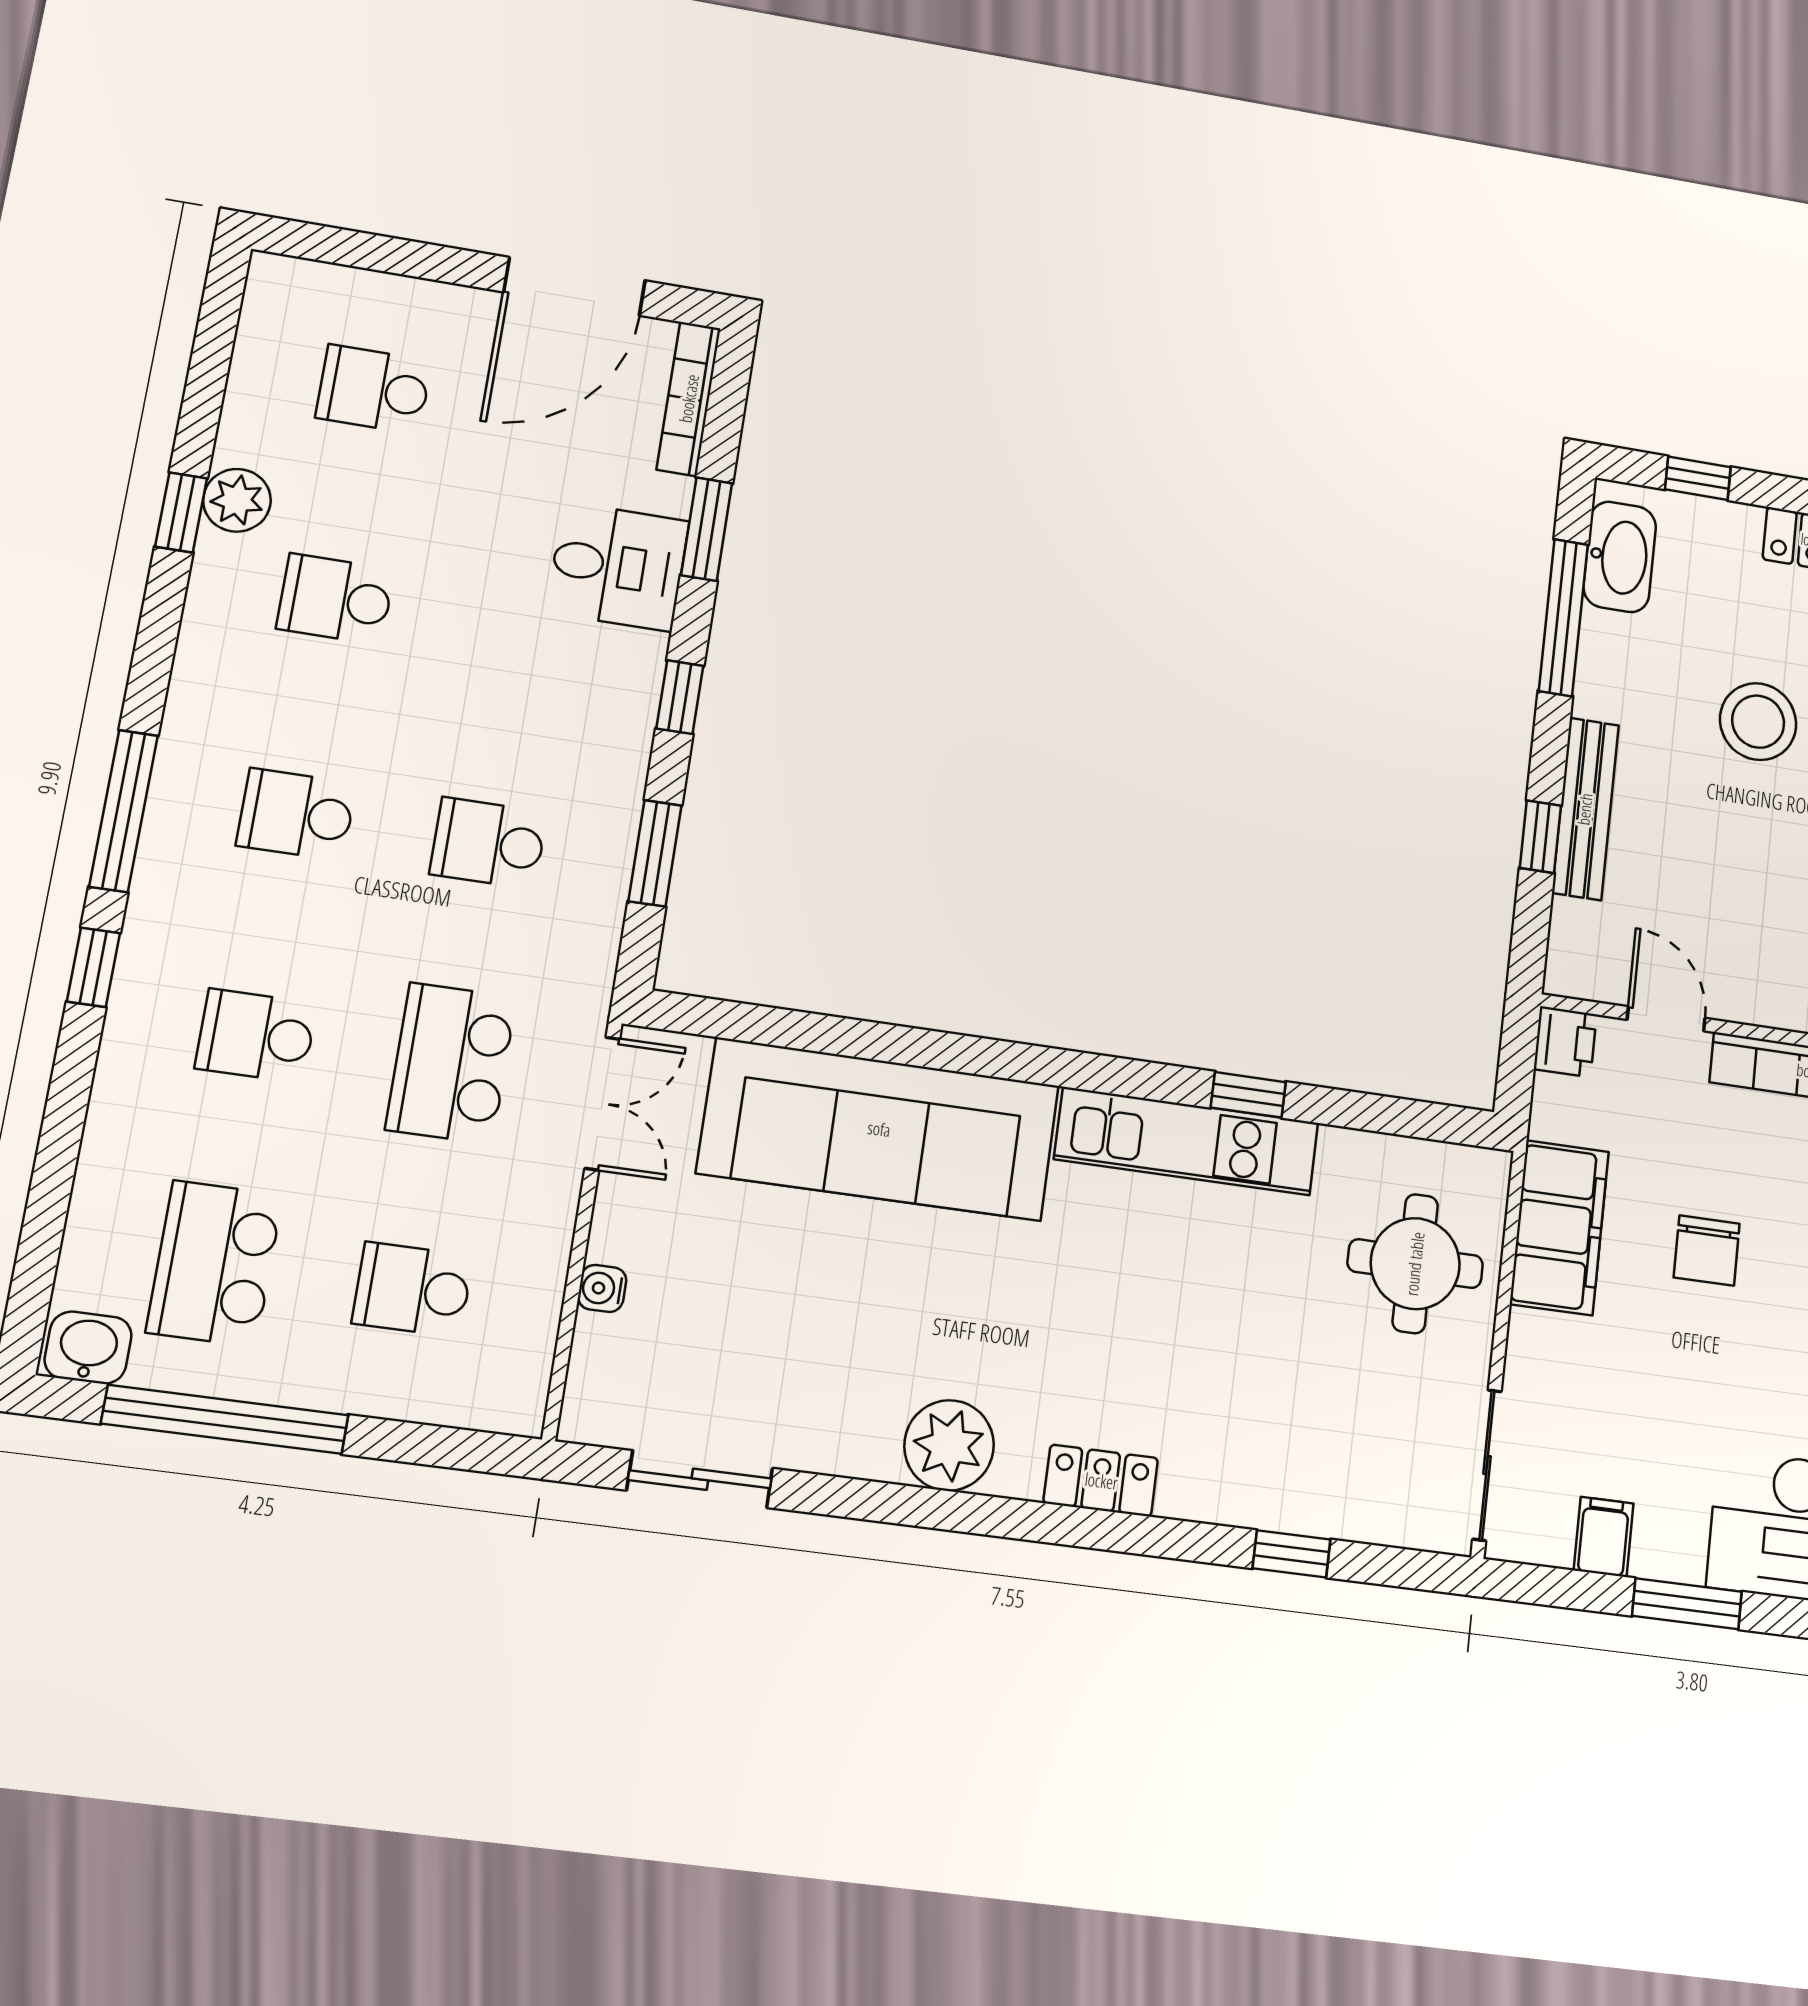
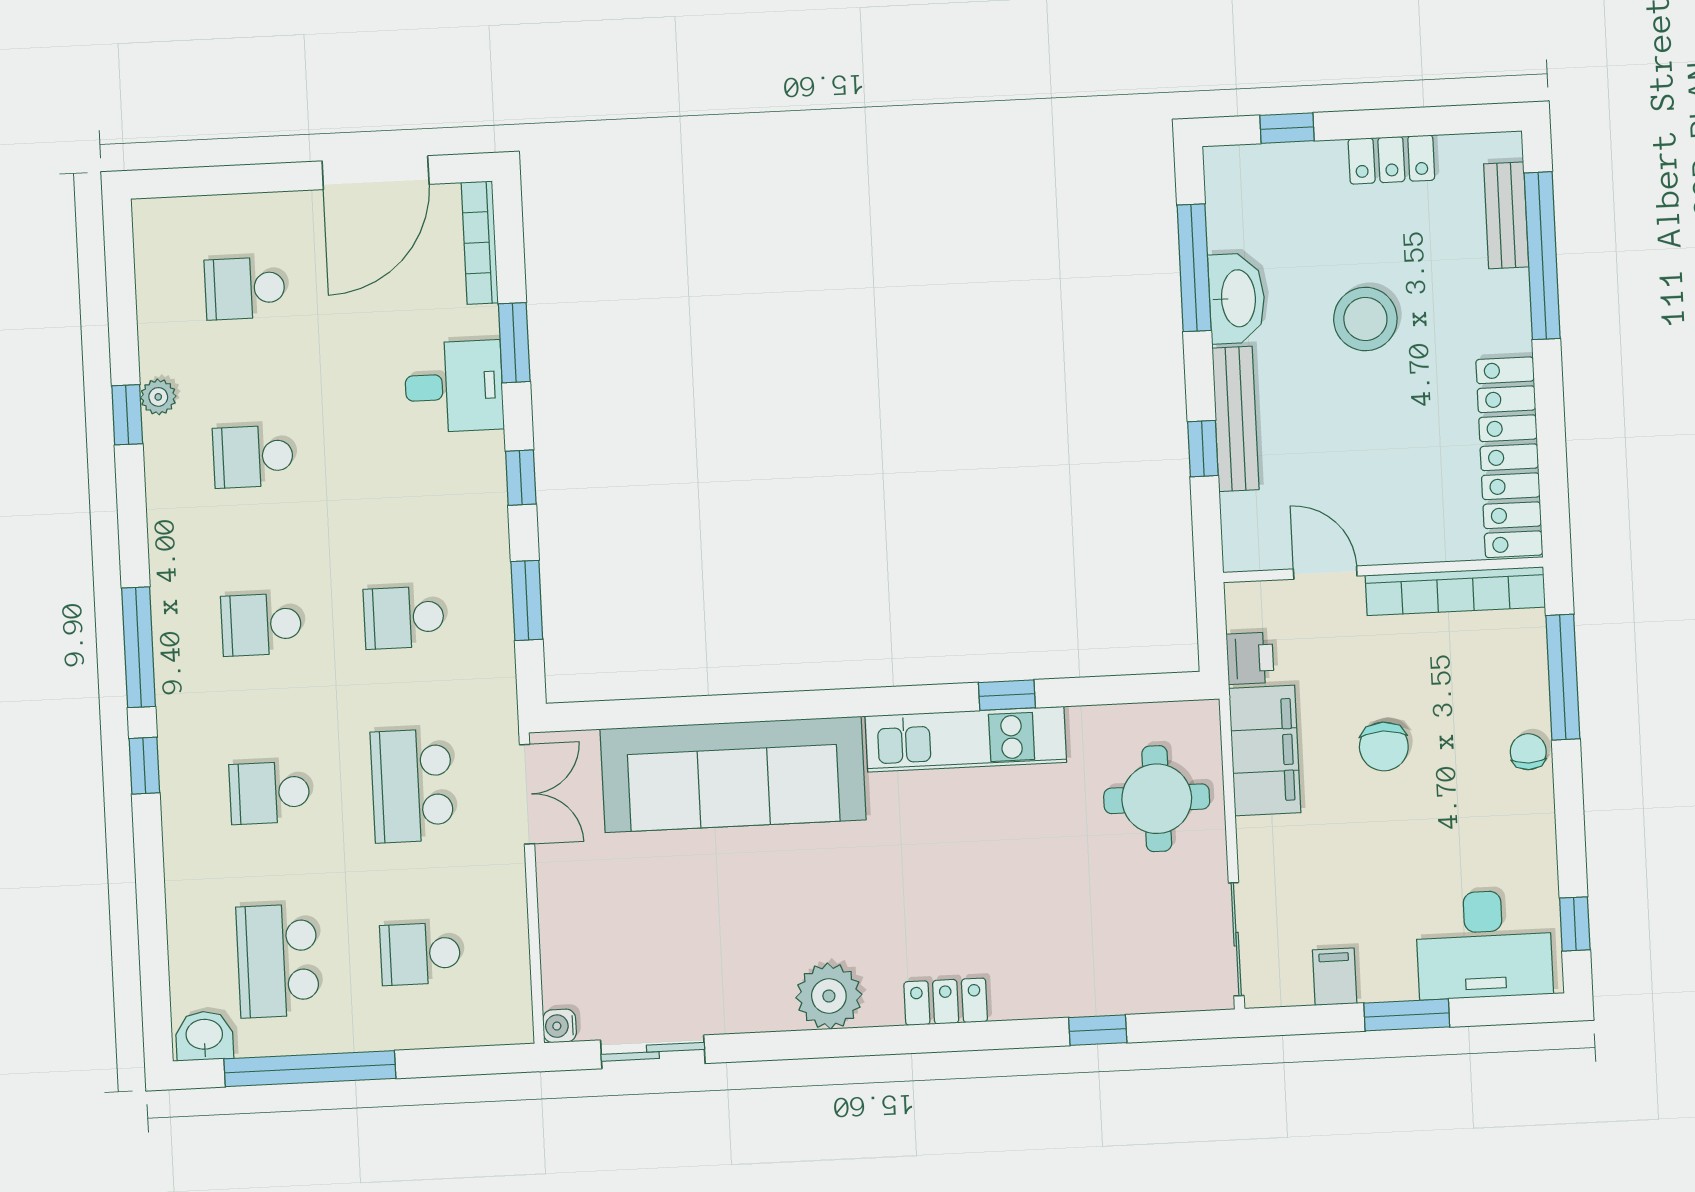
plant: (237, 500) -> (158, 397), width x0.73, depth x0.73
washbasin: (1620, 557) -> (1237, 298), moved
printer: (1565, 1042) -> (1250, 658), moved
water cooler: (602, 1288) -> (560, 1026), moved

